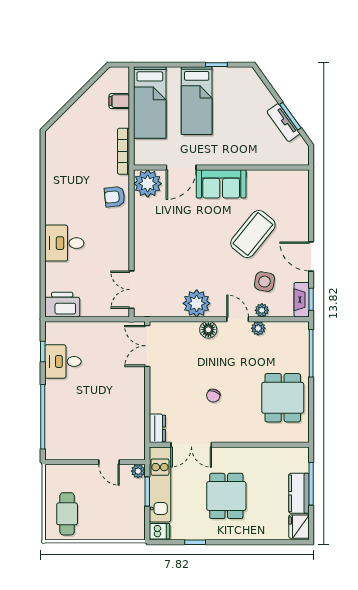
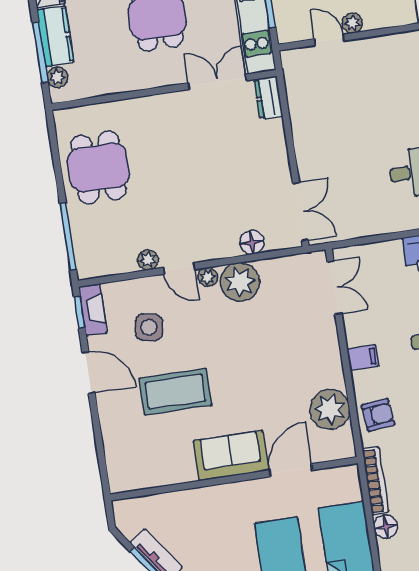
filing cabinet: (119, 101) -> (363, 357), moved
floor lamp: (121, 118) -> (386, 527), added
plant: (148, 184) -> (330, 409), moved
coffee table: (253, 234) -> (175, 392), turned 51
plant: (262, 310) -> (208, 277), moved
floor lamp: (208, 330) -> (252, 242), moved
chair: (213, 396) -> (197, 156), removed
plant: (302, 465) -> (57, 77), added
plant: (138, 471) -> (352, 23), moved

